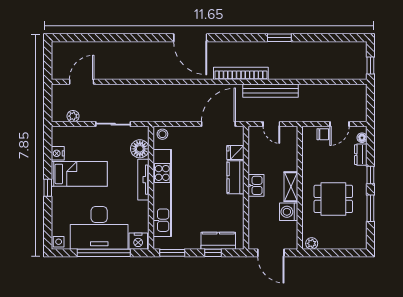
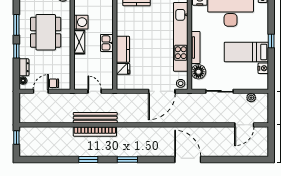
door: (190, 38) -> (188, 159), moved
window: (230, 38) -> (127, 159), added
bookcase: (241, 73) -> (95, 131), moved
door: (218, 124) -> (162, 91), moved
dining table: (333, 199) -> (46, 32), width x1.38

